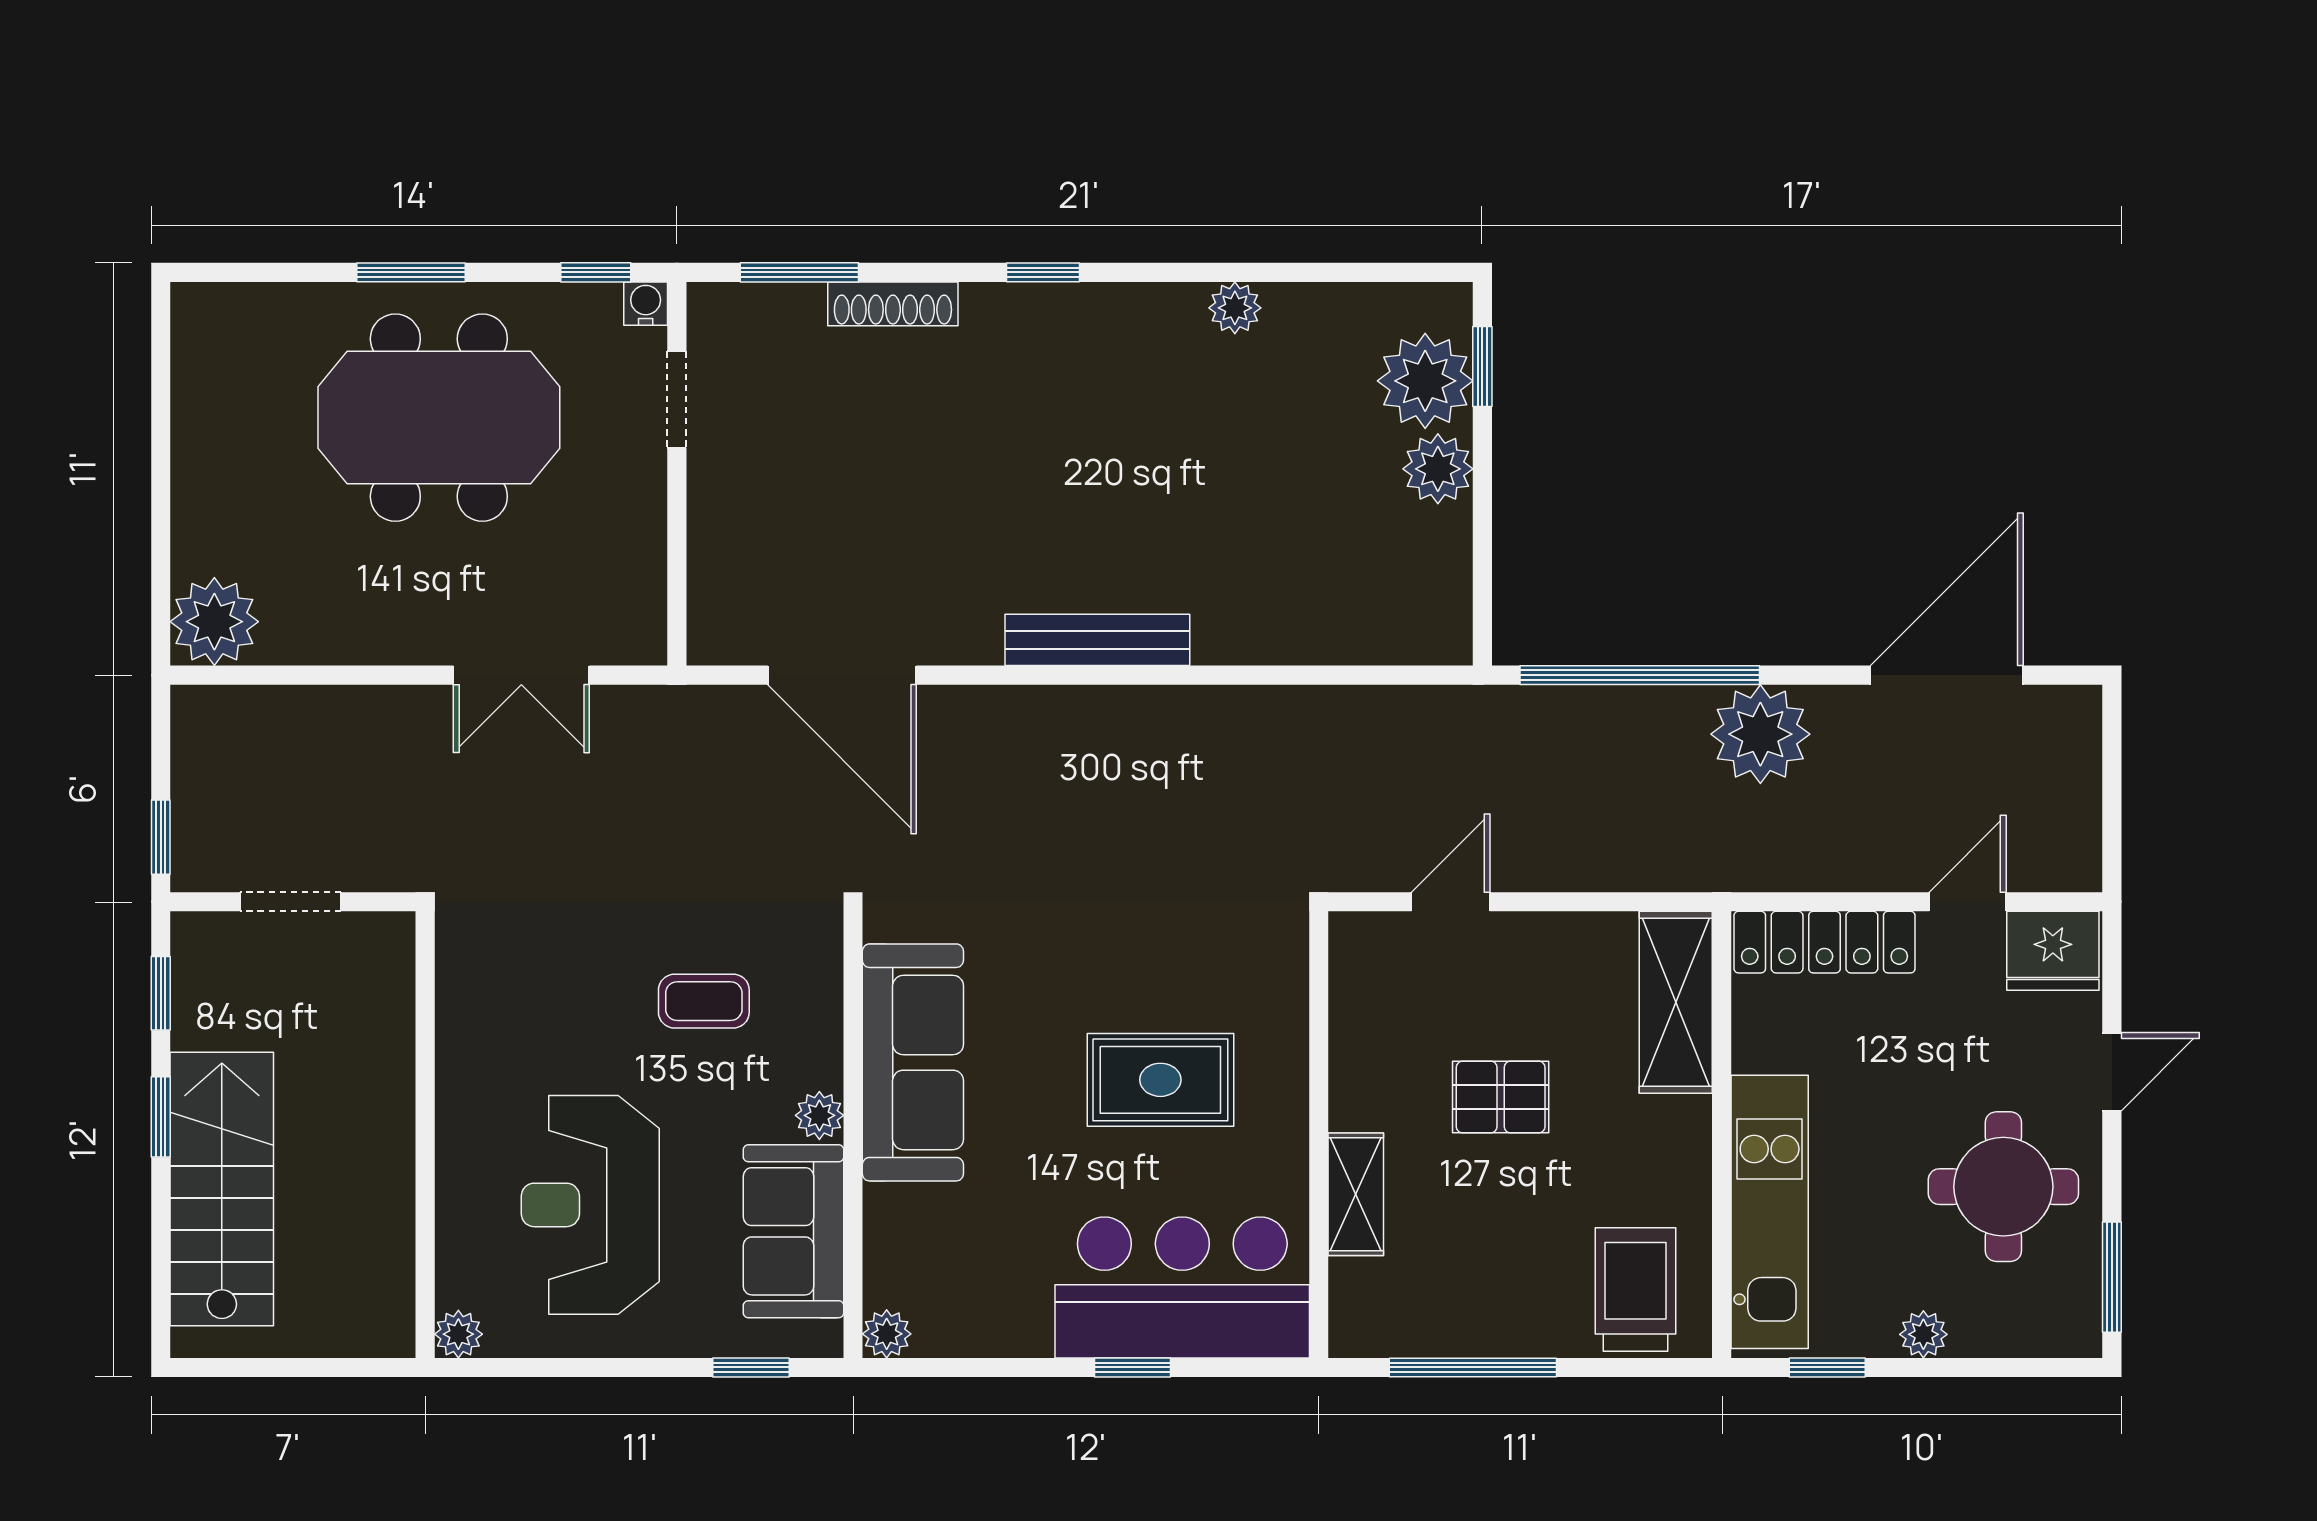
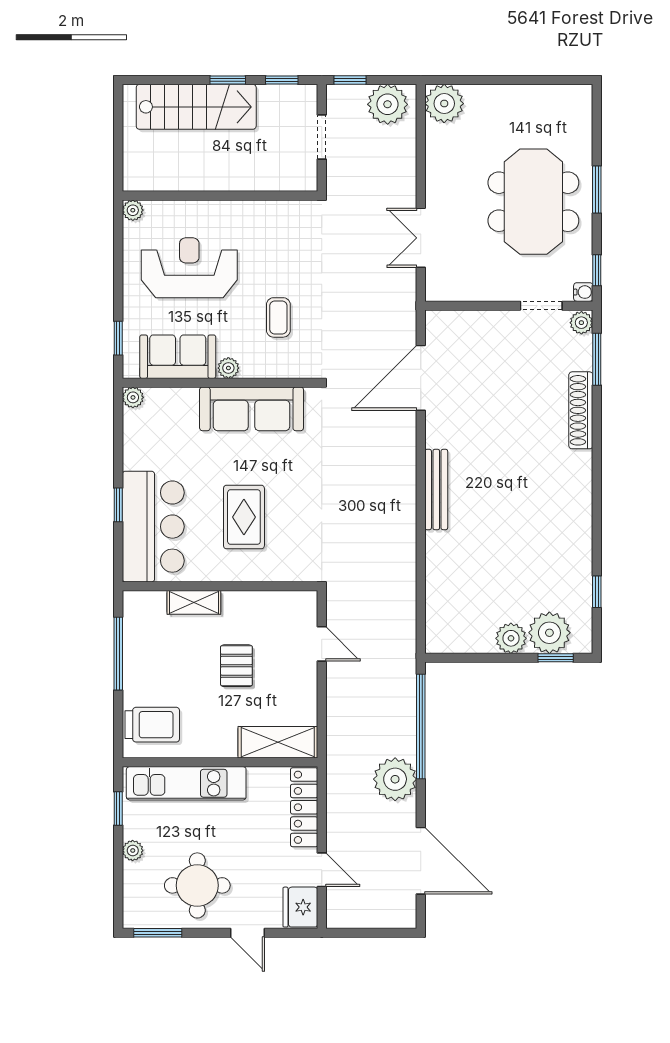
window: (1043, 272) -> (597, 592), moved
shoe rack: (893, 304) -> (581, 410), width x1.36, depth x1.24
plant: (1235, 308) -> (581, 323), moved
plant: (216, 751) -> (388, 104), added

